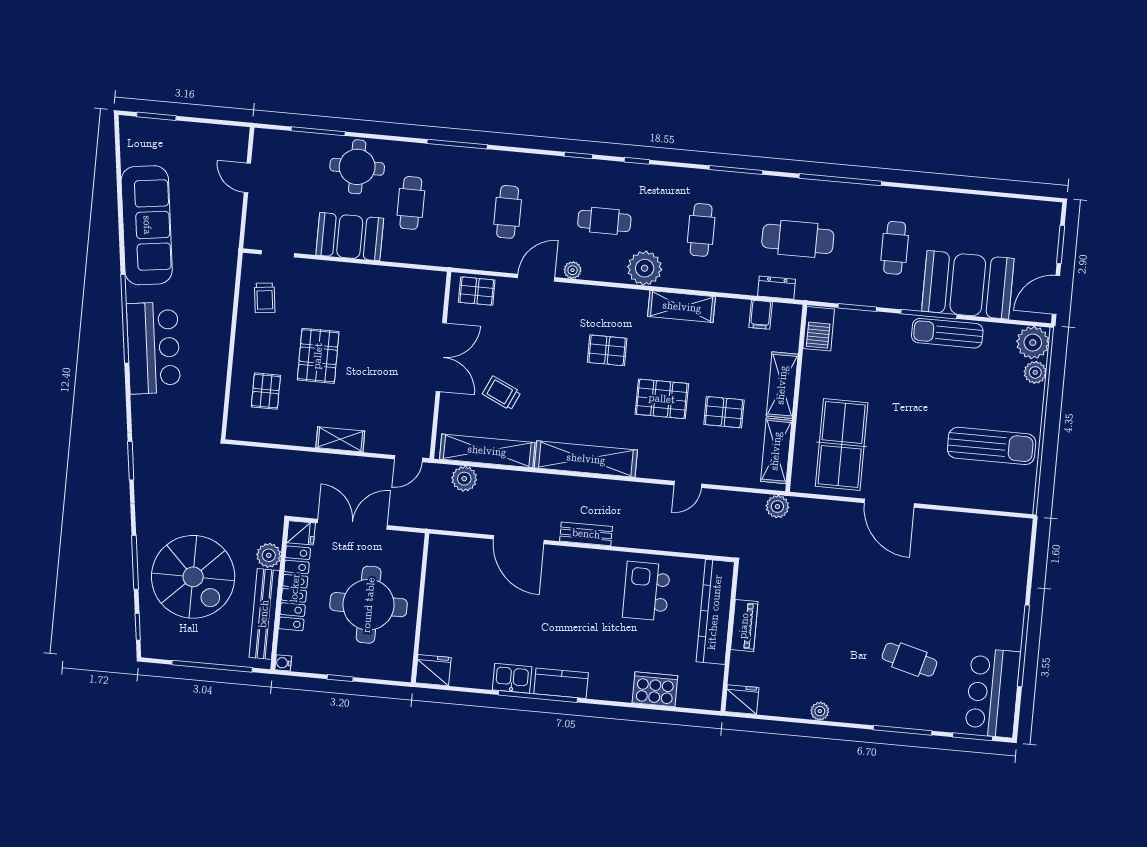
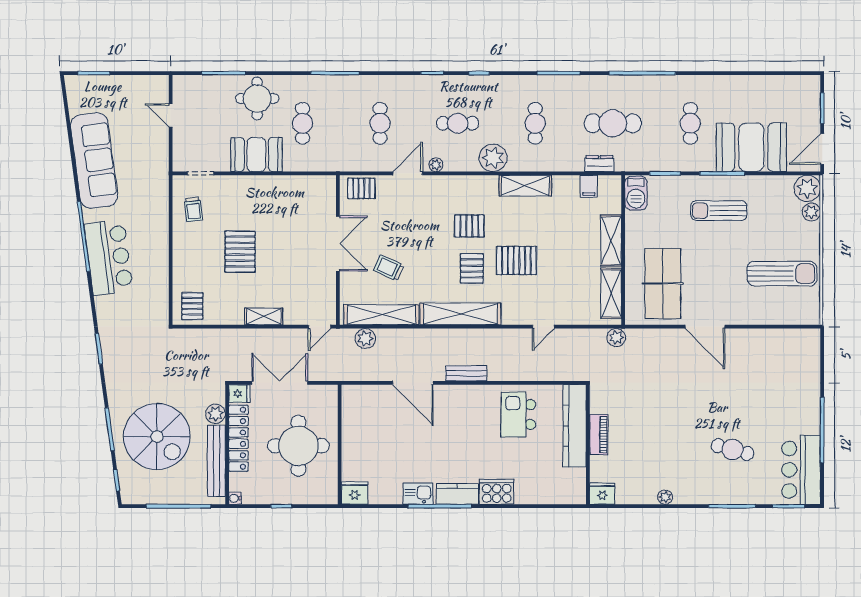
sun lounger: (947, 333) -> (719, 211), moved
pallet: (266, 391) -> (192, 306), moved
pallet: (724, 412) -> (472, 268), moved, turned 90
cooker: (655, 689) -> (497, 492), moved

